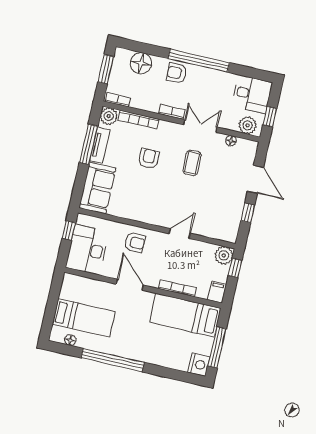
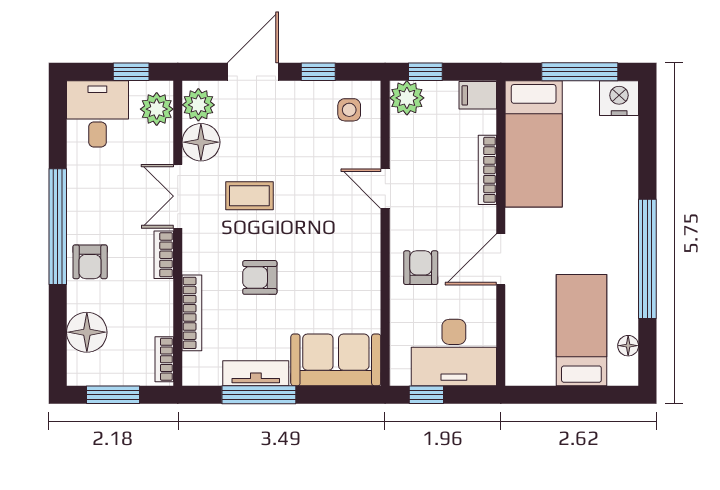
plant: (109, 116) -> (198, 105), moved
floor lamp: (231, 141) -> (201, 142), width x1.89, depth x1.89
side table: (224, 224) -> (349, 110), added

